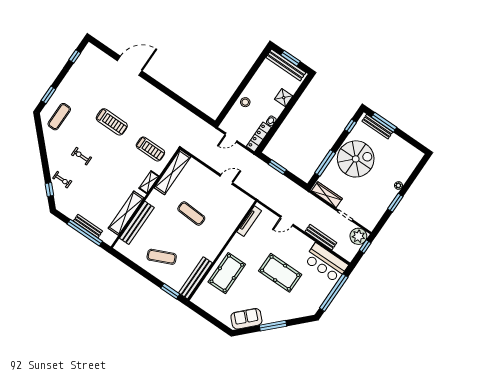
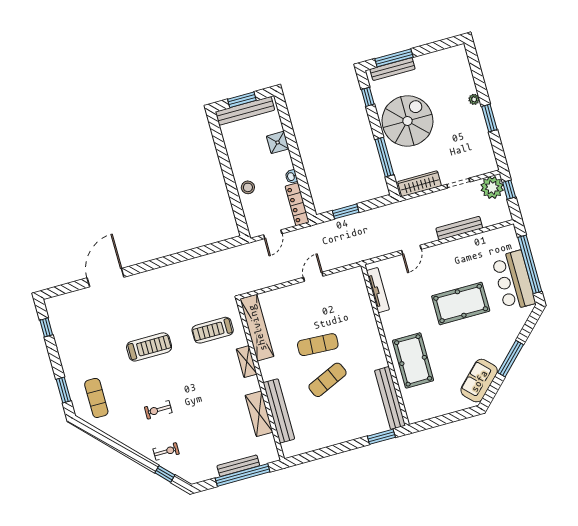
treadmill: (150, 149) -> (213, 330), turned 180
shelving: (126, 213) -> (259, 414), width x0.68
exercise mat: (162, 257) -> (328, 380), moved
bar counter: (326, 263) -> (514, 281), moved, turned 90

